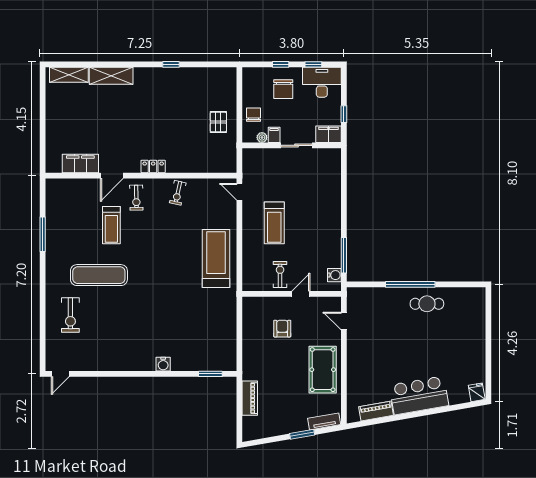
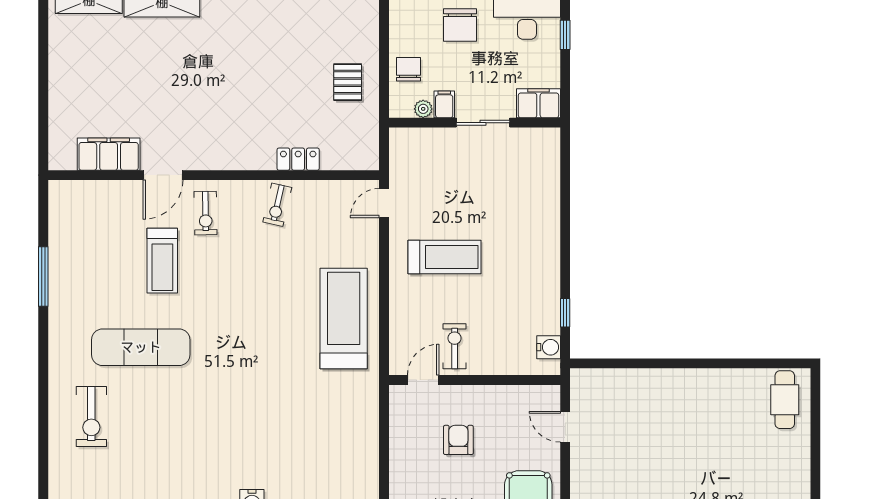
window: (344, 114) -> (565, 35), moved
locker: (153, 166) -> (298, 159), moved
door: (239, 192) -> (384, 203), hinge flipped
treadmill: (274, 223) -> (444, 257), turned -90
window: (344, 255) -> (565, 313), width x0.46
window: (410, 284) -> (680, 363), removed
door: (301, 294) -> (423, 380), moved
cafe table: (427, 304) -> (785, 400), moved, turned 90

